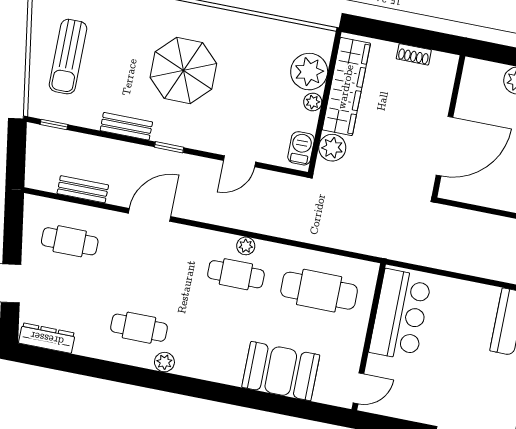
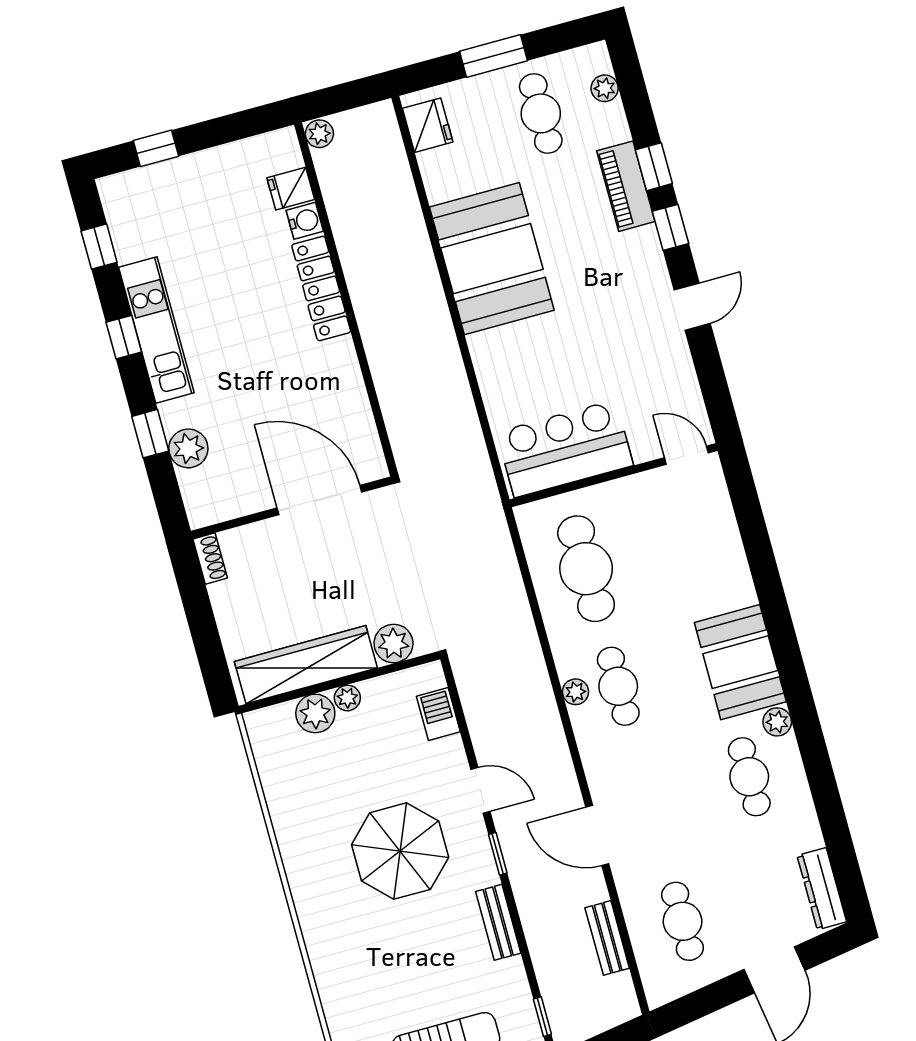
shoe rack: (414, 54) -> (210, 559), moved
parasol: (183, 71) -> (400, 851), moved
plant: (309, 72) -> (315, 713), width x0.73, depth x0.73
barbecue: (301, 148) -> (438, 714), moved, turned 90
door: (239, 161) -> (480, 790), moved
booth: (281, 371) -> (740, 662), moved

